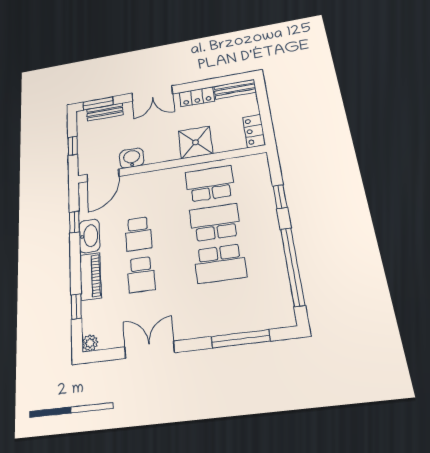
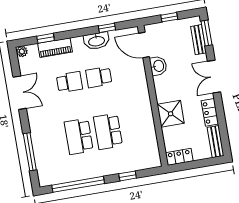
school desk: (210, 184) -> (137, 126), removed
school desk: (215, 222) -> (108, 131), turned 180
school desk: (141, 275) -> (69, 82), turned 180
piano: (90, 276) -> (55, 48), moved

